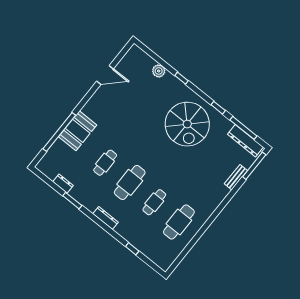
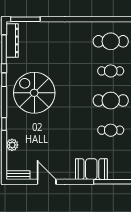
spiral stairs: (187, 124) -> (34, 93), turned -90
booth: (78, 131) -> (91, 169), moved
bench: (236, 177) -> (18, 175), moved

